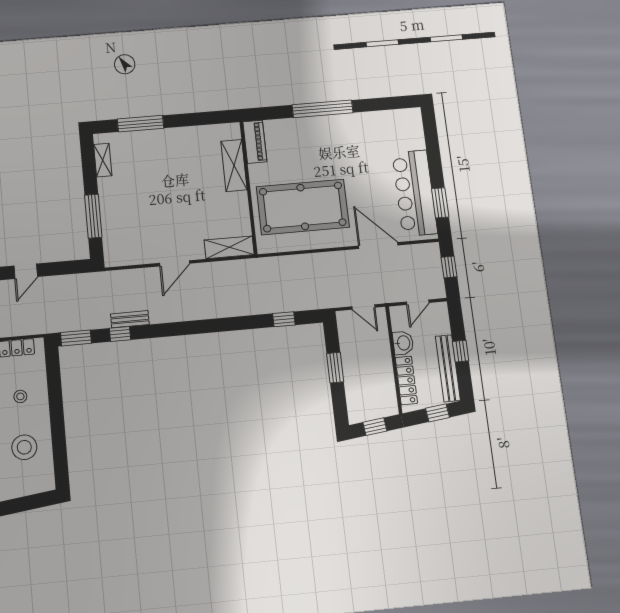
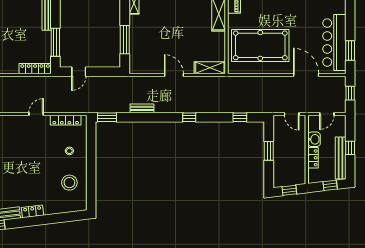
door: (175, 263) -> (174, 75), swing flipped
window: (120, 334) -> (189, 117), moved
locker: (406, 380) -> (313, 158), width x0.66

